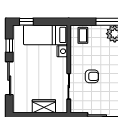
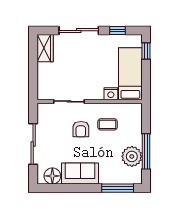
coffee table: (83, 35) -> (108, 124), moved
wardrobe: (44, 106) -> (45, 48), moved

